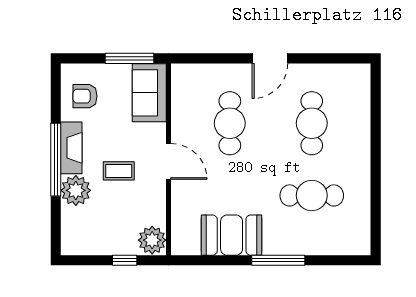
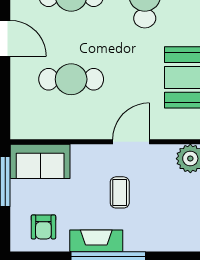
door: (168, 161) -> (131, 142), moved
plant: (76, 190) -> (140, 236), removed

